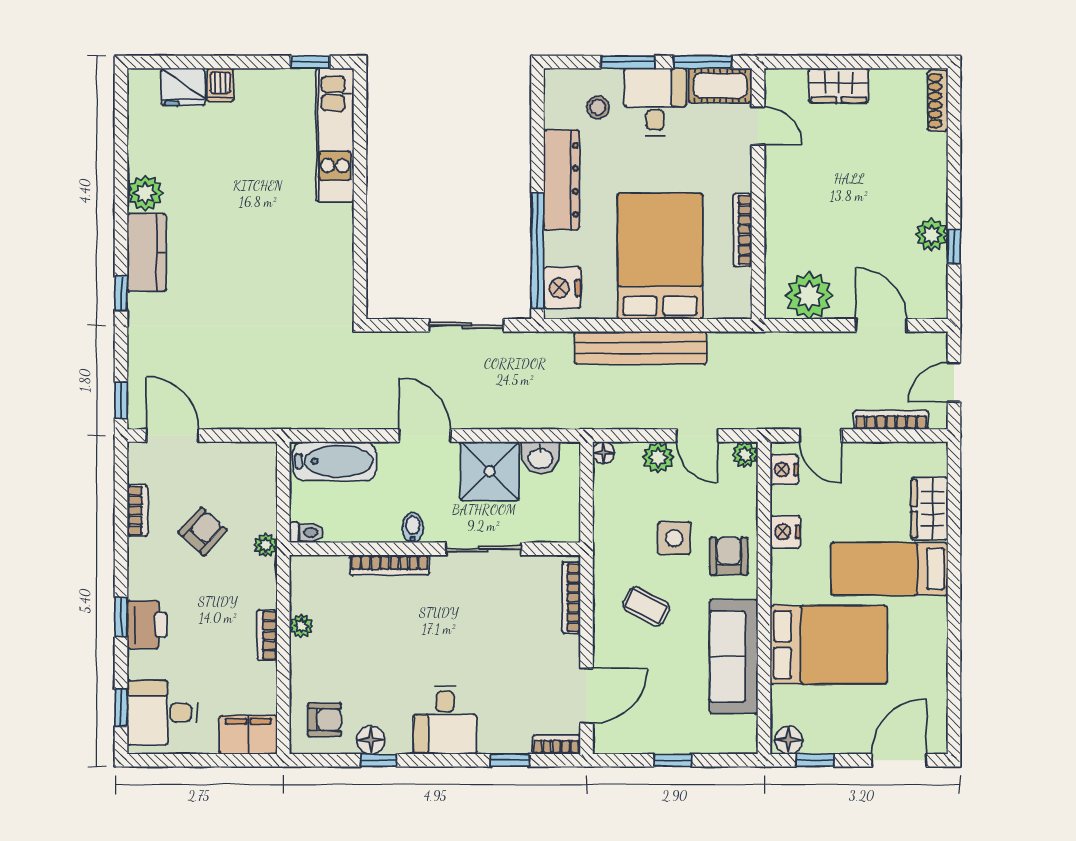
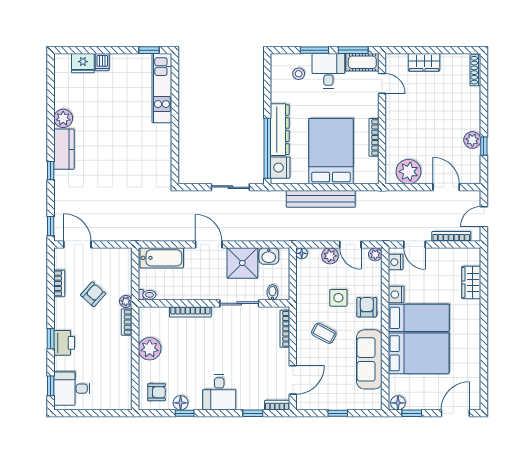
dresser: (561, 180) -> (280, 130), moved
bidet: (413, 528) -> (272, 292), moved
bed: (889, 569) -> (419, 318), moved, turned 180
plant: (301, 626) -> (150, 349), width x1.87, depth x1.87
bookcase: (267, 635) -> (127, 322), moved
filing cabinet: (248, 735) -> (117, 400), removed

